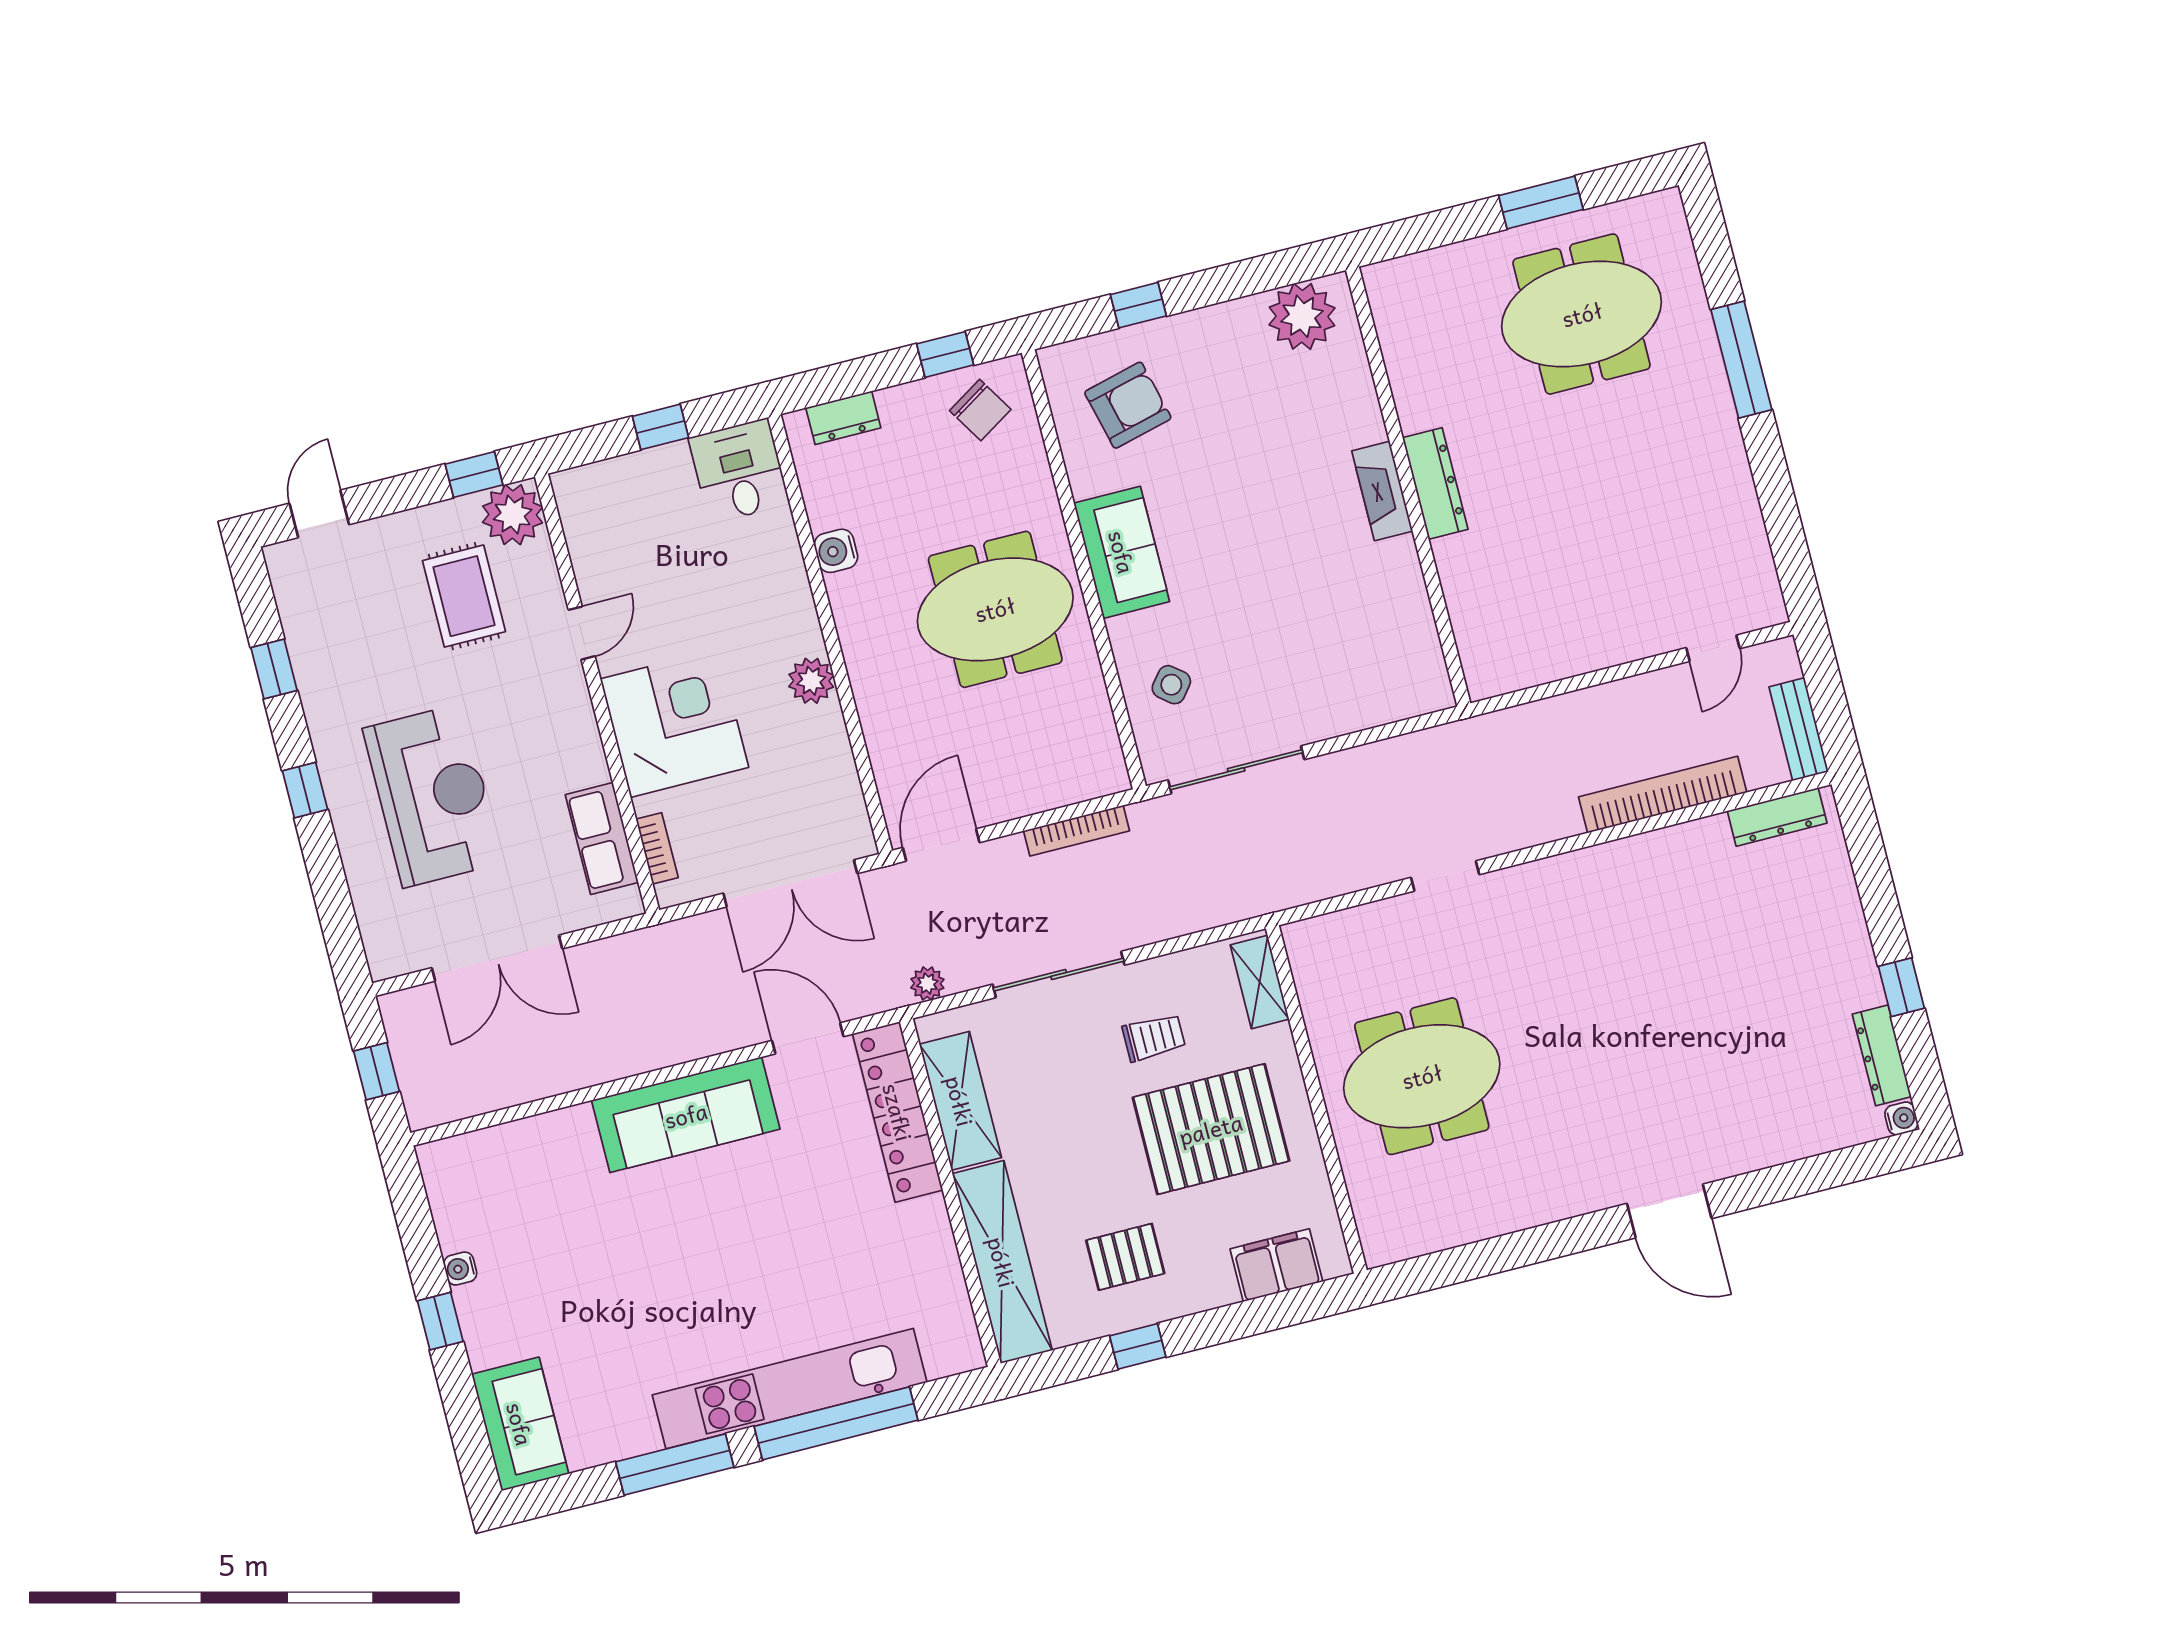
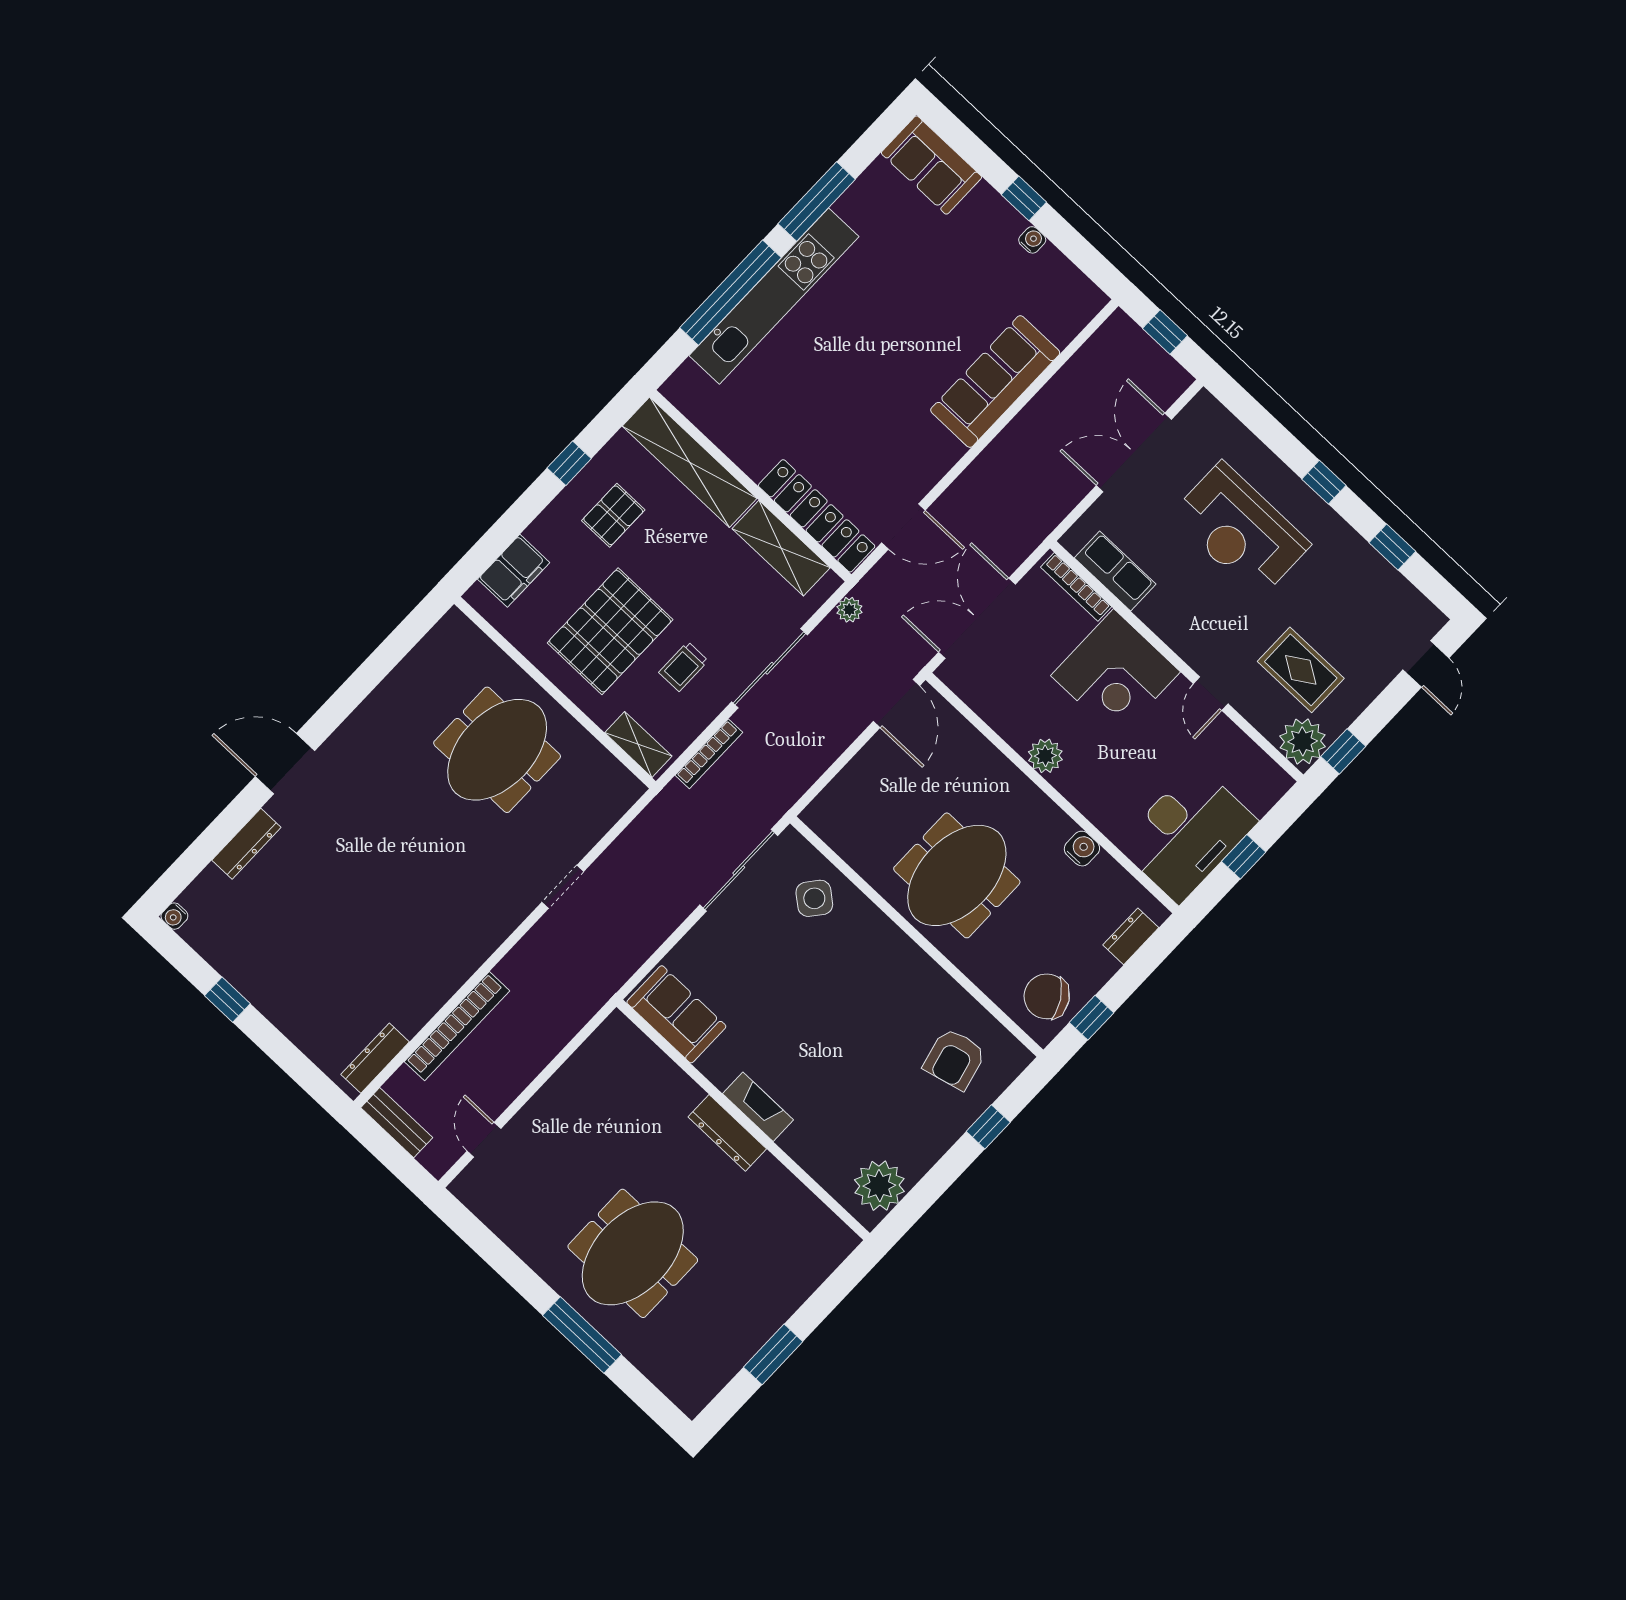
meeting table: (1582, 314) -> (633, 1253), moved
chair: (980, 410) -> (1047, 996), width x1.37, depth x1.37
desk: (739, 471) -> (1187, 834), width x1.87, depth x1.30
sofa: (1122, 552) -> (676, 1014), moved, turned 180
side table: (1171, 685) -> (814, 898), width x1.37, depth x1.37
bookcase: (1077, 831) -> (709, 754), moved, turned 180
bookcase: (657, 848) -> (1076, 587), width x1.56
dresser: (1882, 1055) -> (246, 844), moved, turned 90
sofa: (686, 1115) -> (995, 381), moved

